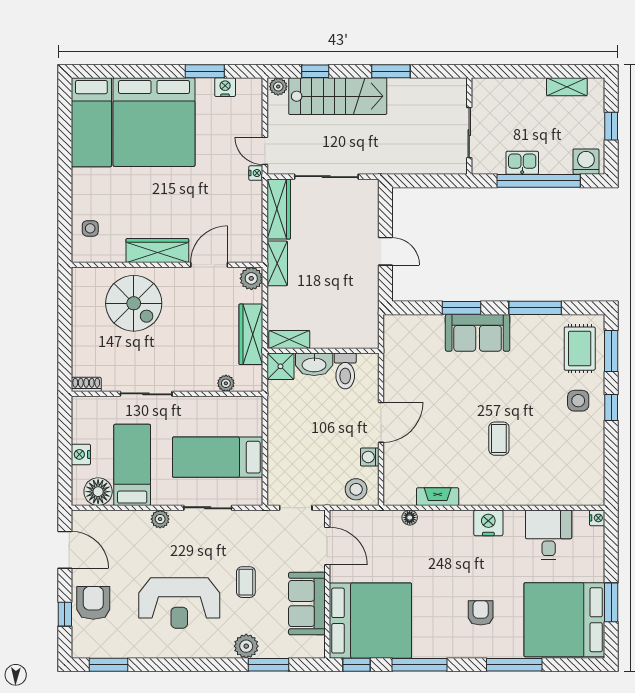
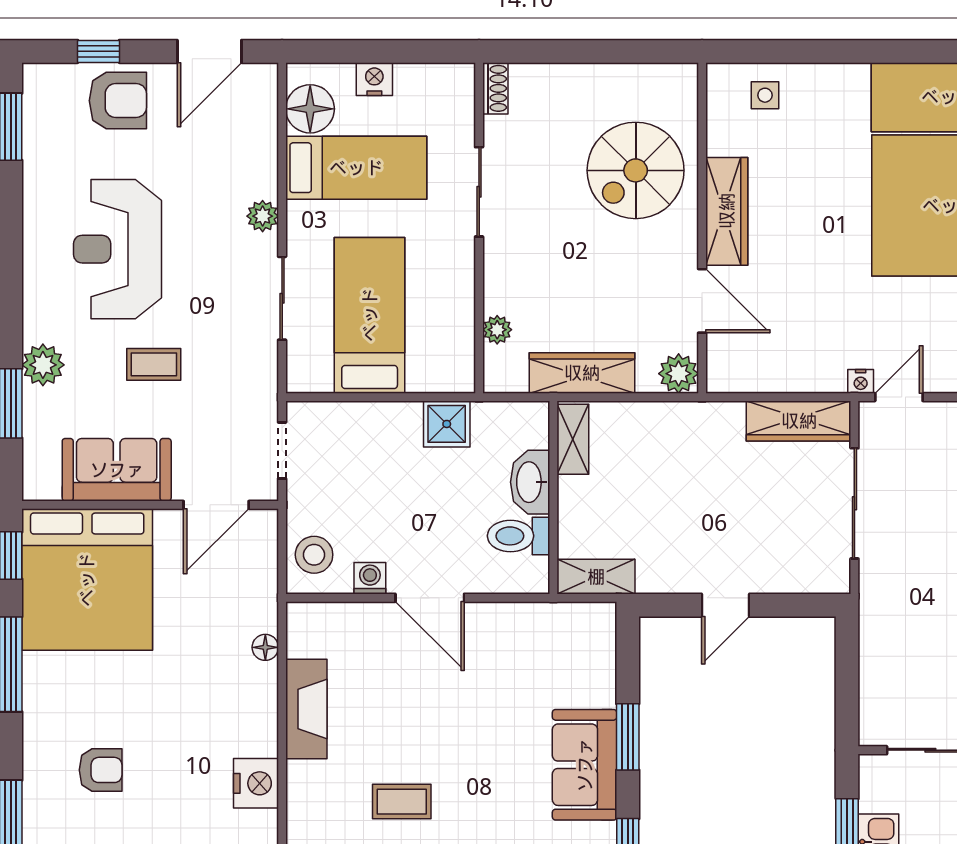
shelving: (277, 263) -> (596, 577), moved
shower: (280, 366) -> (447, 424), moved
fireplace: (438, 497) -> (306, 709), width x1.37, depth x1.32

